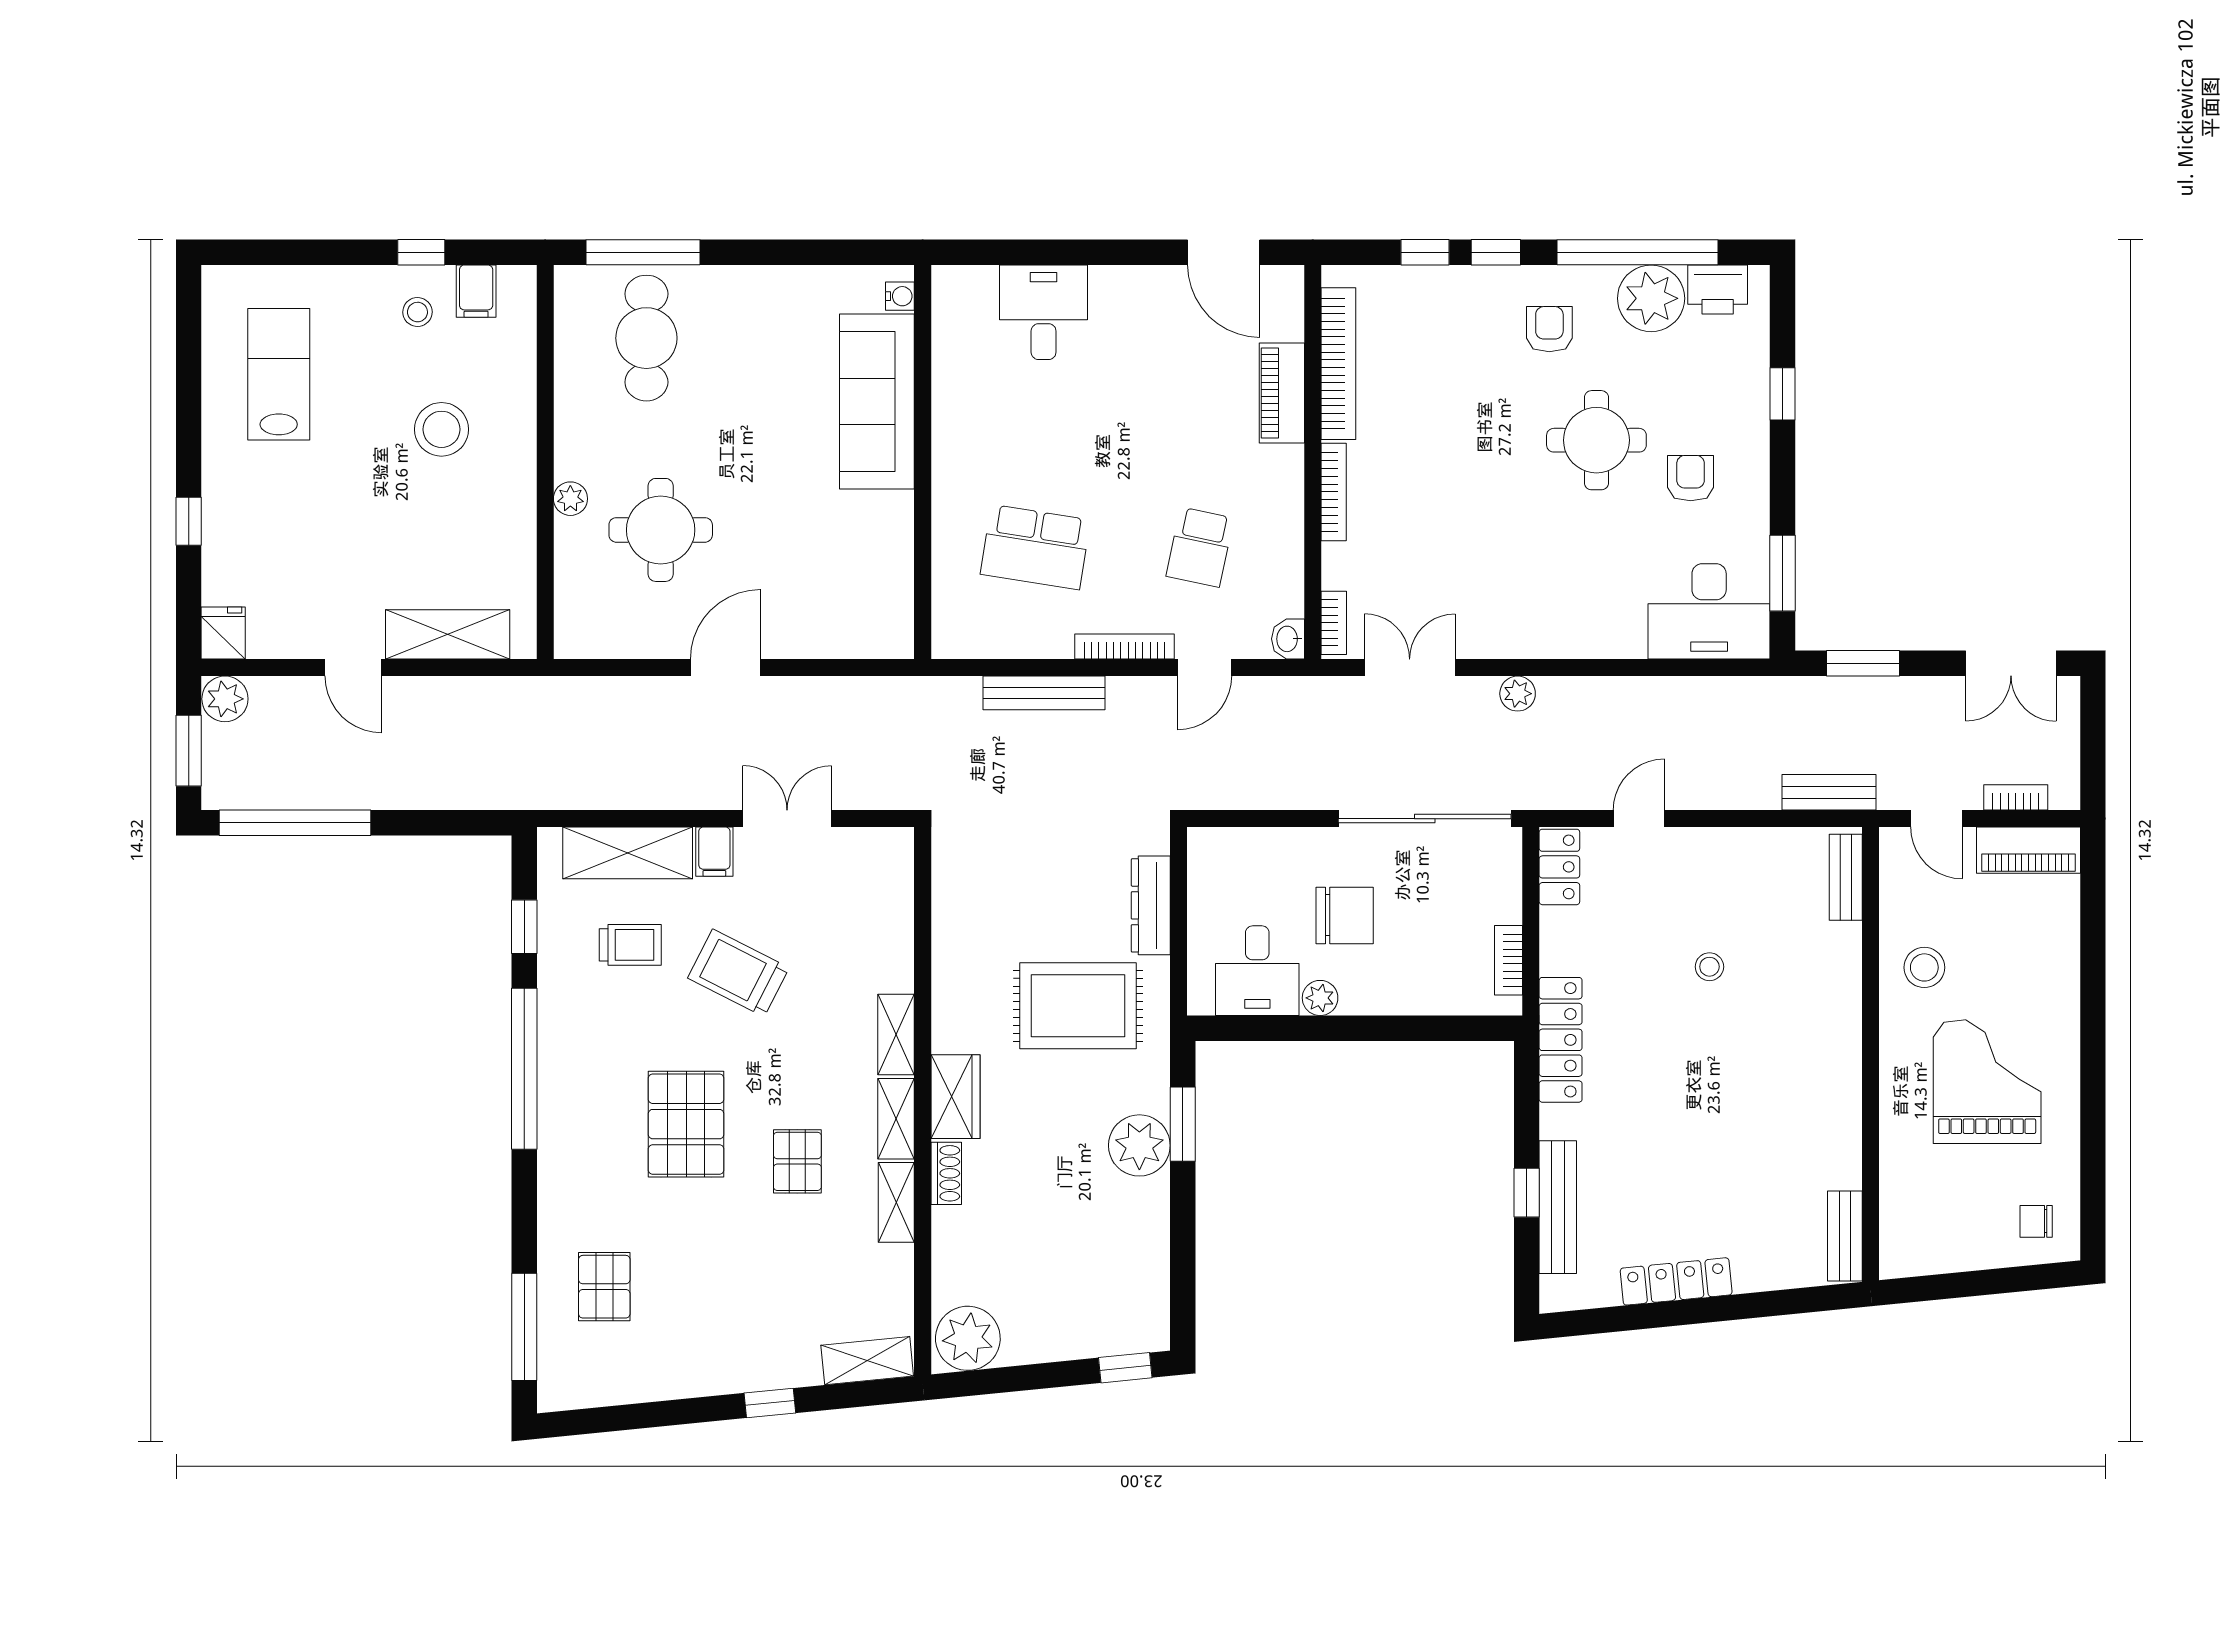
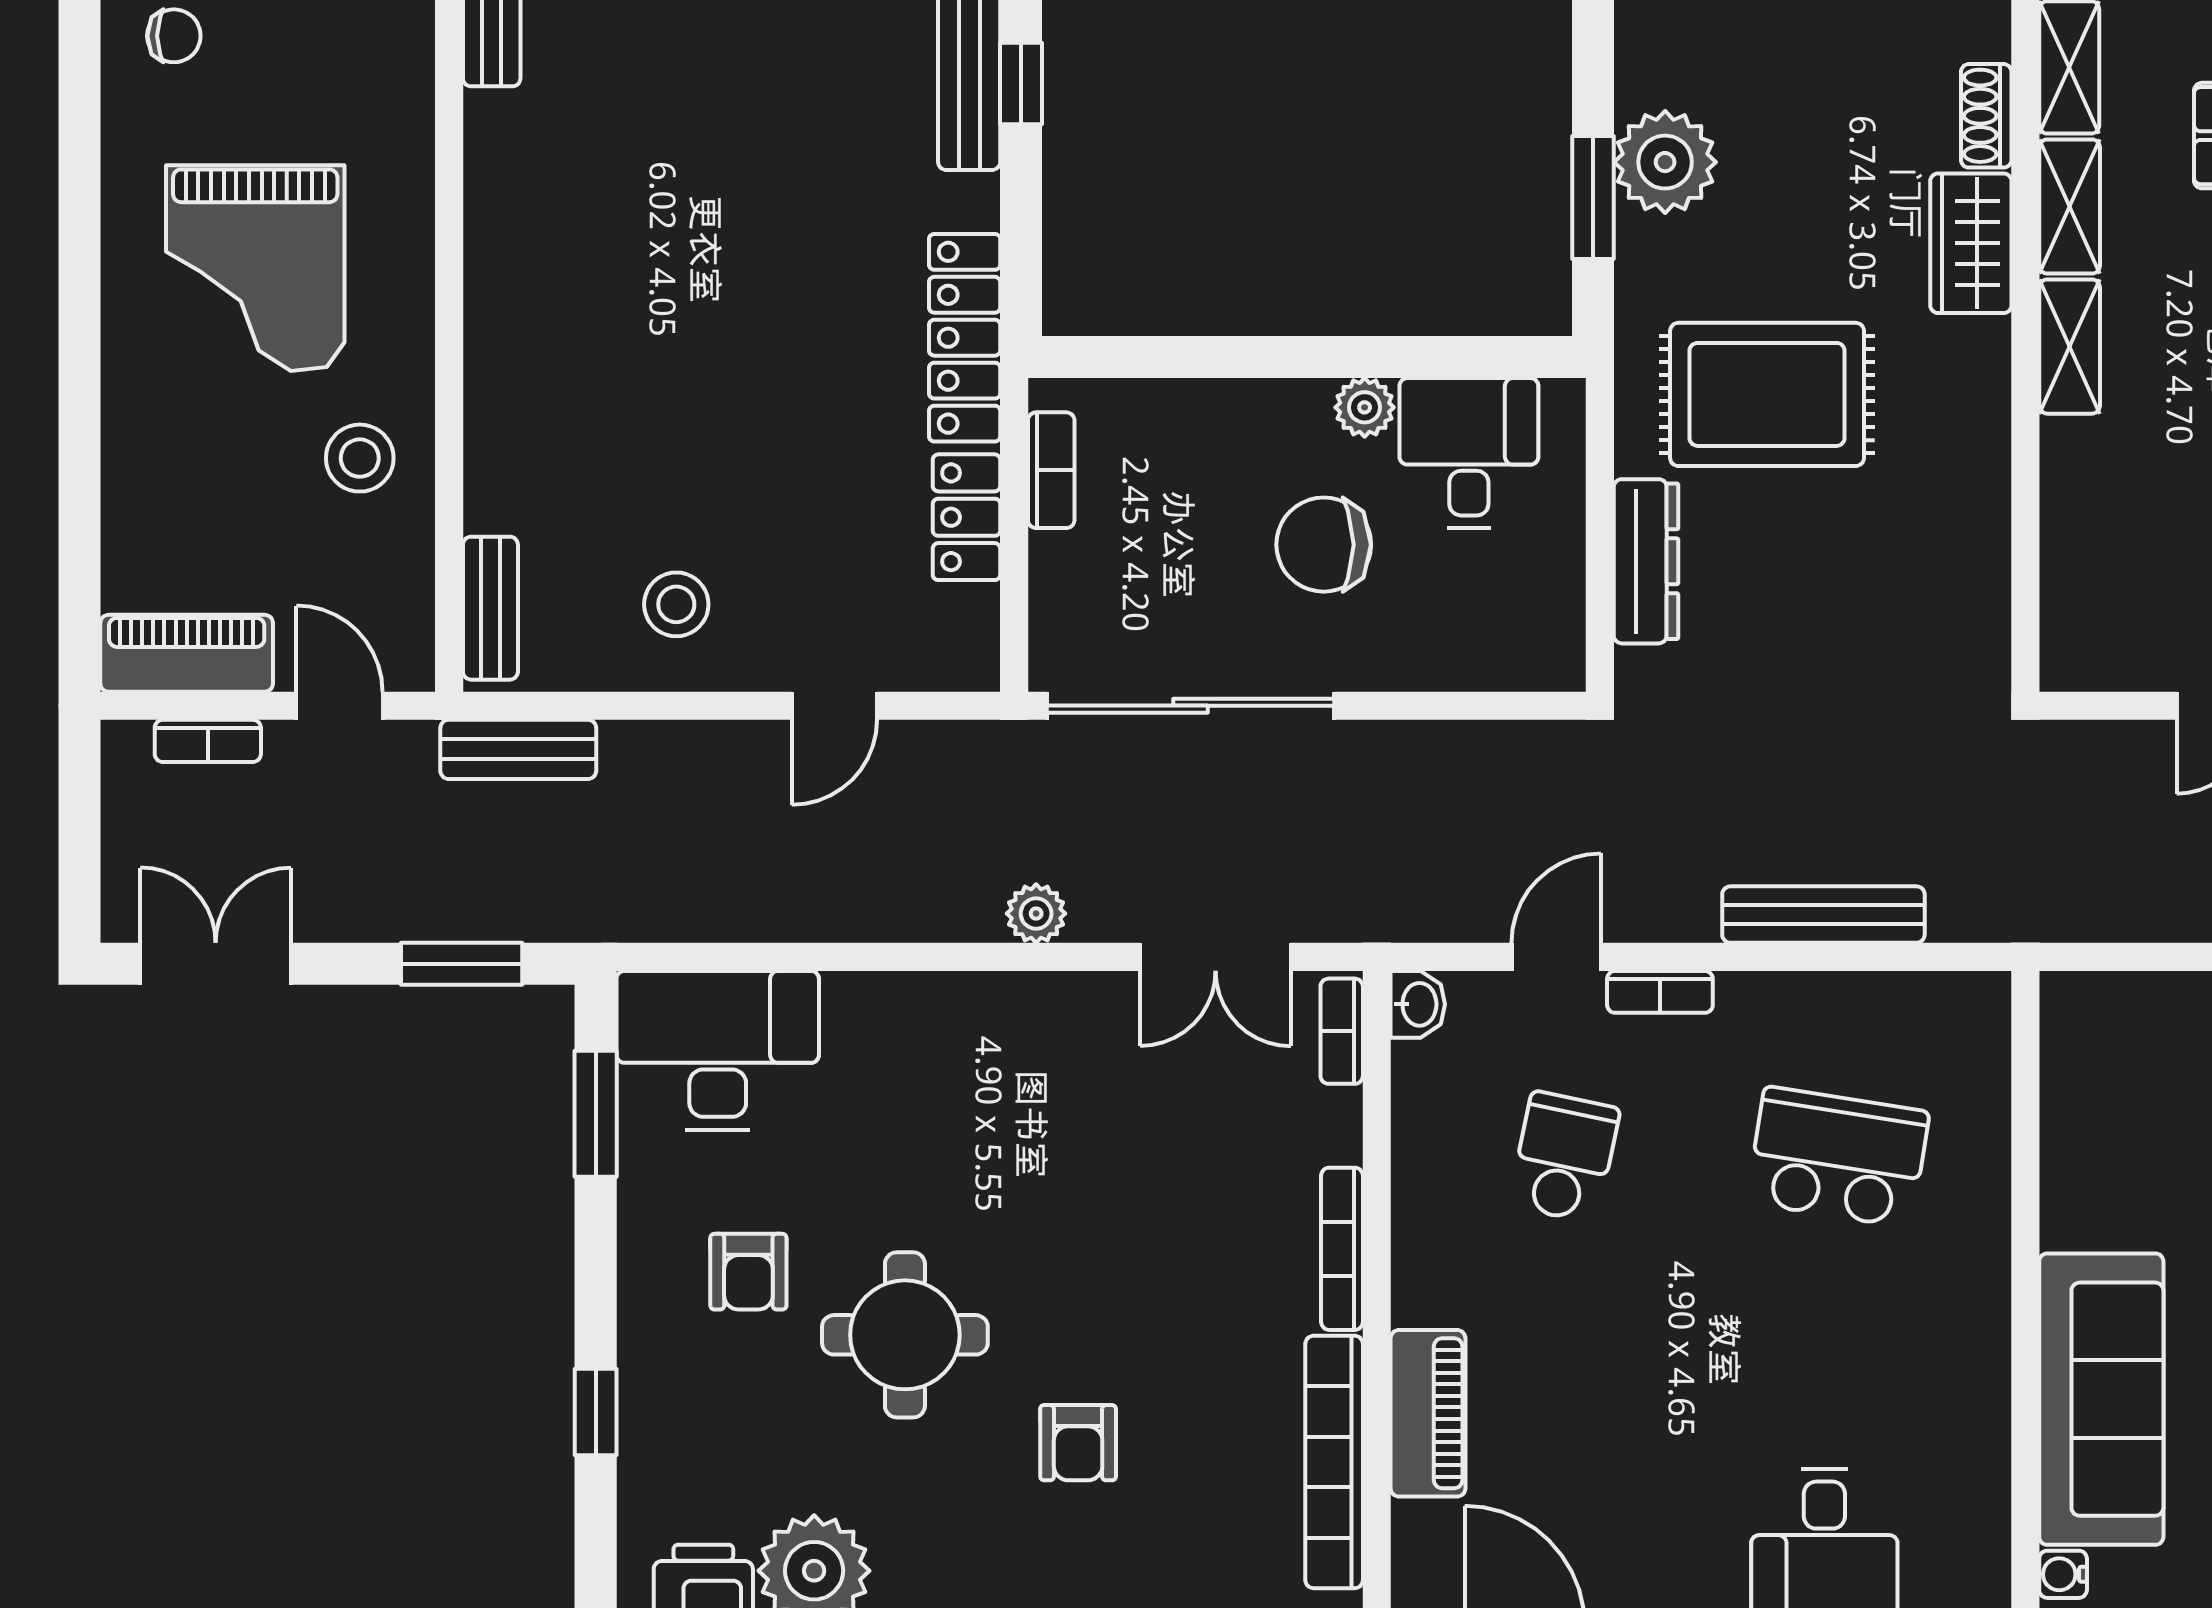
armchair: (1549, 329) -> (1078, 1443), moved
bookcase: (1125, 646) -> (1660, 992), width x0.64
locker: (1559, 867) -> (966, 517), moved
stool: (1709, 967) -> (676, 604), moved, width x1.37, depth x1.37

